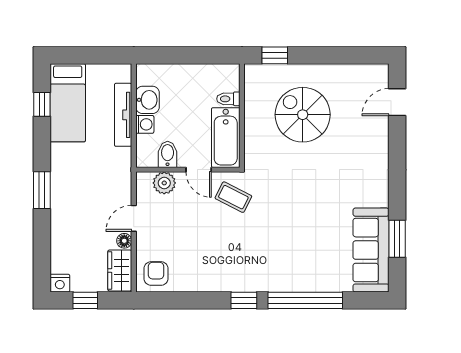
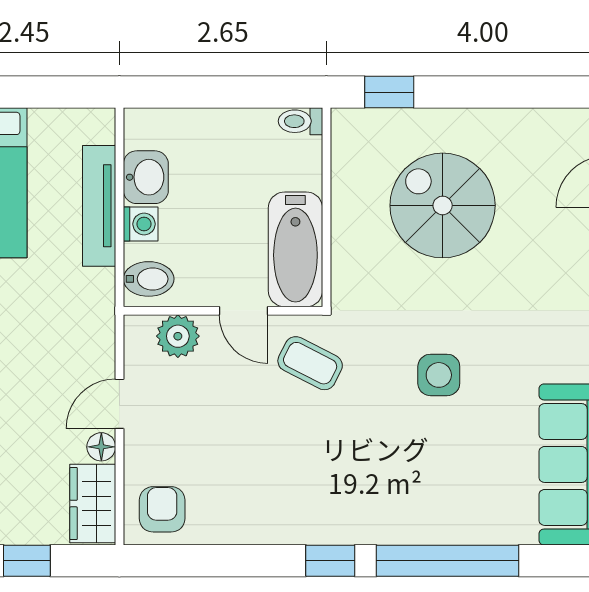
toilet: (228, 99) -> (300, 121), moved
bidet: (168, 154) -> (149, 279), moved, turned 90
side table: (301, 203) -> (439, 375), added

